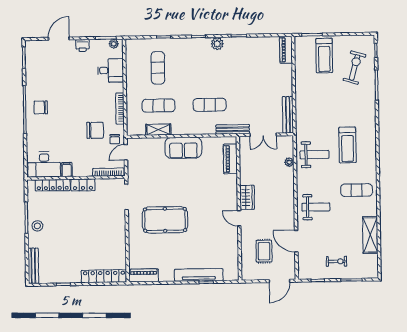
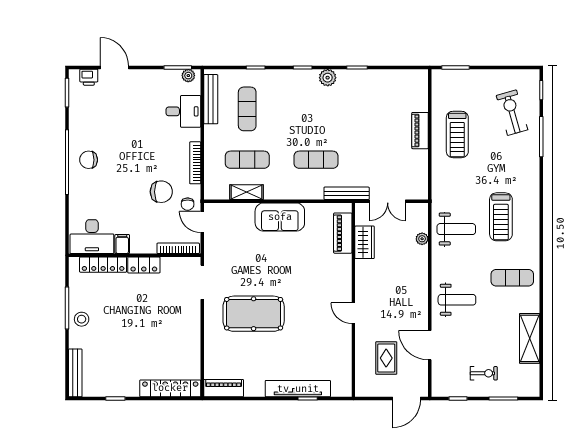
door: (59, 39) -> (114, 67), hinge flipped
printer: (83, 45) -> (89, 77), moved
piano: (286, 50) -> (420, 131), moved
treadmill: (324, 56) -> (457, 134), moved
exercise bike: (355, 67) -> (512, 113), turned -32
bench: (288, 115) -> (211, 99), moved
door: (126, 152) -> (202, 222), hinge flipped
wardrobe: (247, 197) -> (365, 242), moved

